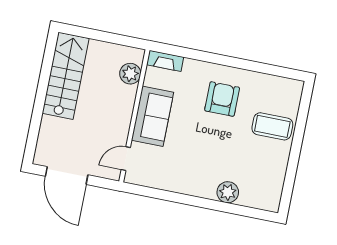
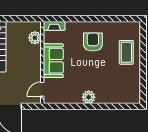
coffee table: (272, 126) -> (126, 52), turned 90
plant: (228, 192) -> (89, 97), moved

